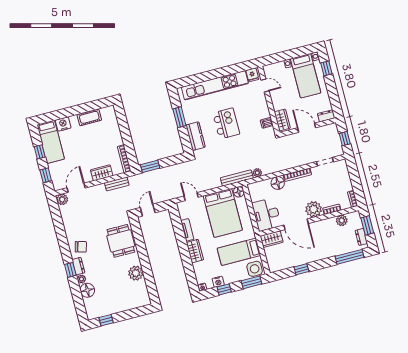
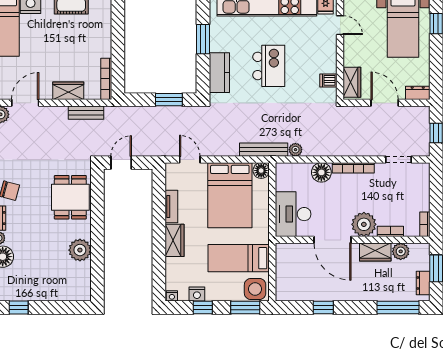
window: (150, 166) -> (169, 100), moved
wardrobe: (272, 239) -> (375, 252), moved

